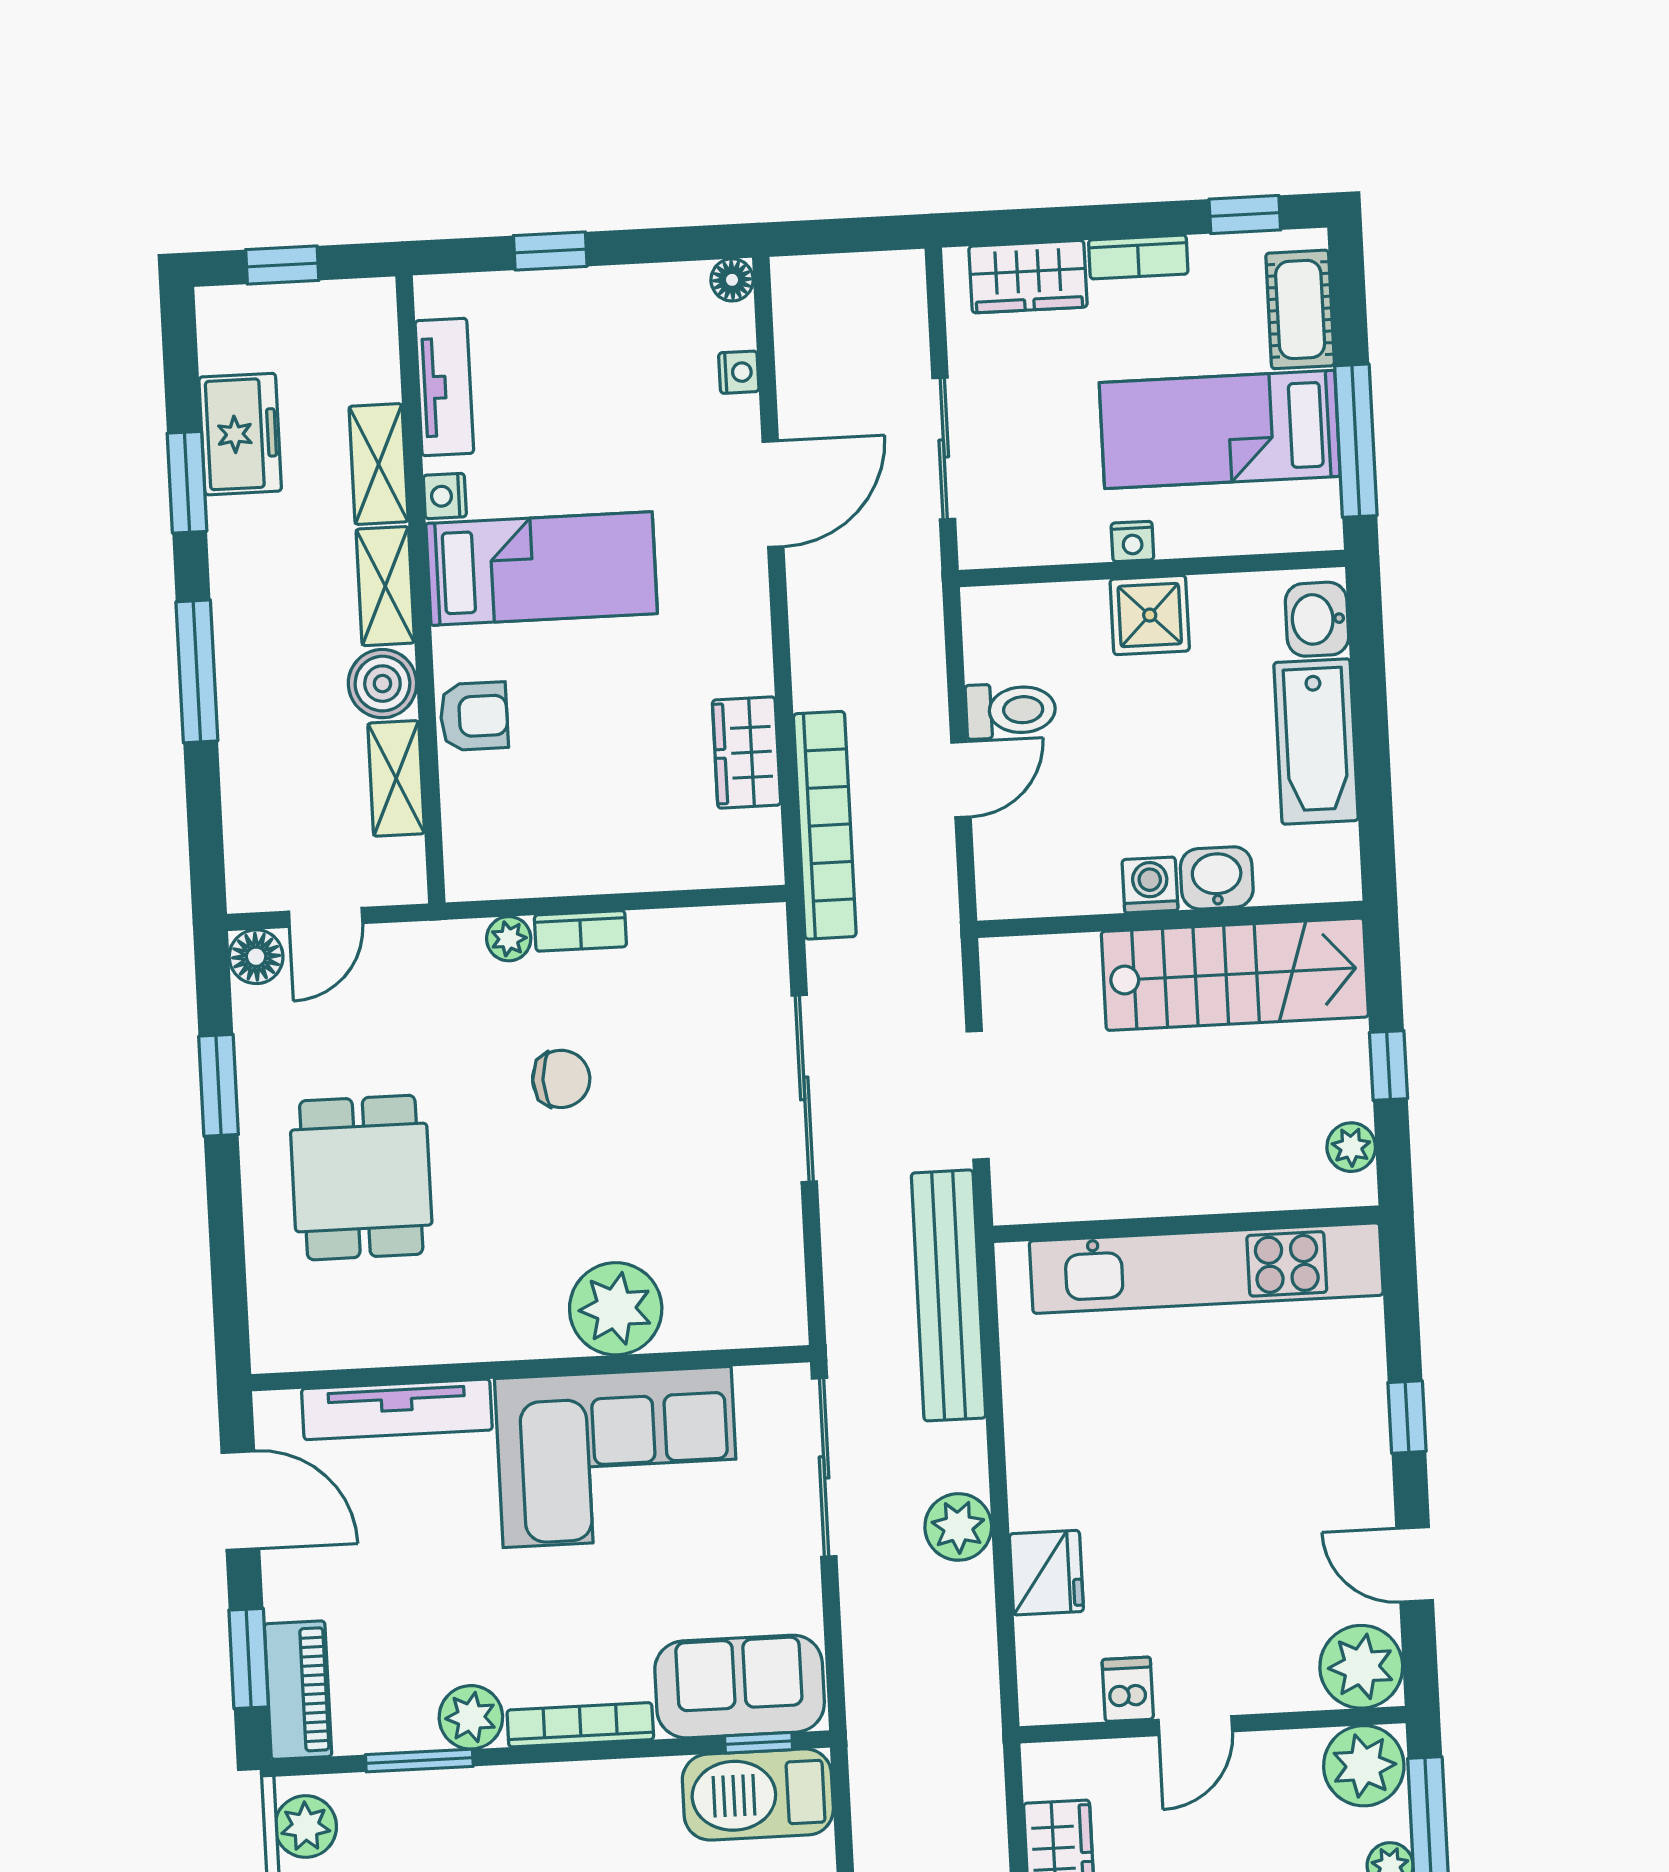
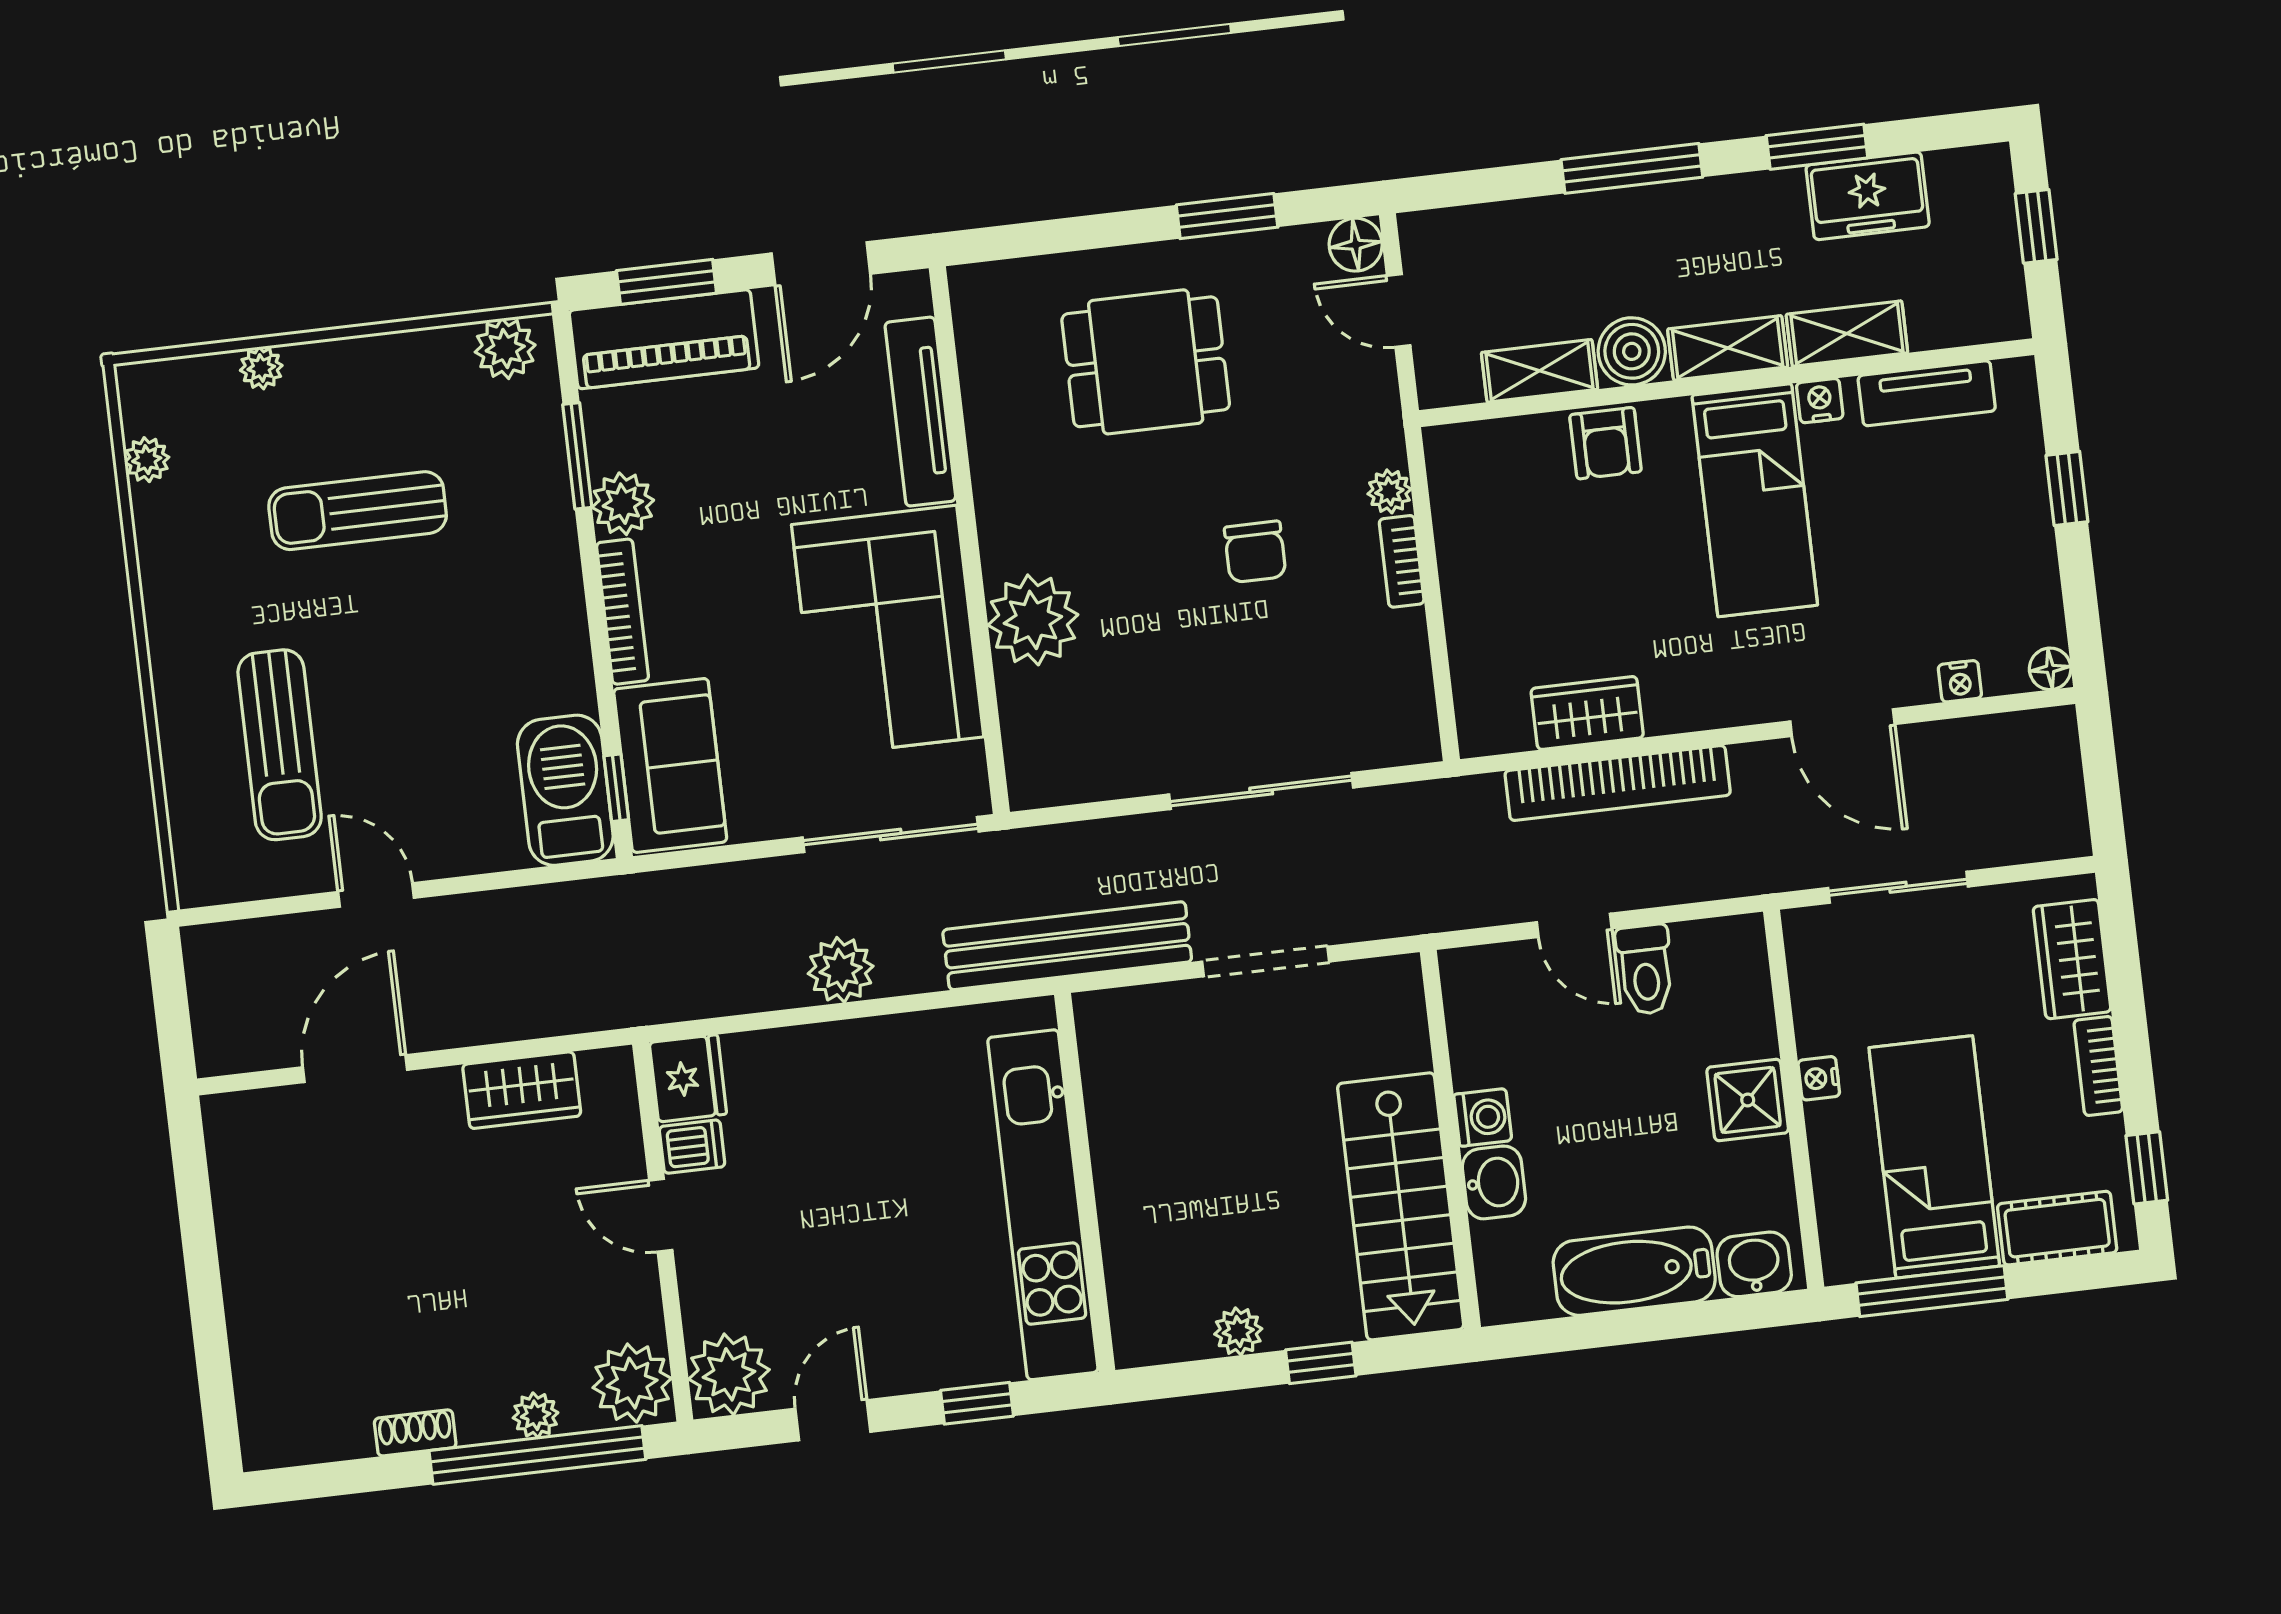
bookcase: (825, 825) -> (1618, 783), moved
wall: (1186, 1224) -> (1085, 1182), moved
kitchen unit: (1206, 1268) -> (1043, 1205), moved
fridge: (1046, 1573) -> (688, 1078), moved, turned -90
piano: (298, 1690) -> (664, 339), width x1.37, depth x1.33

